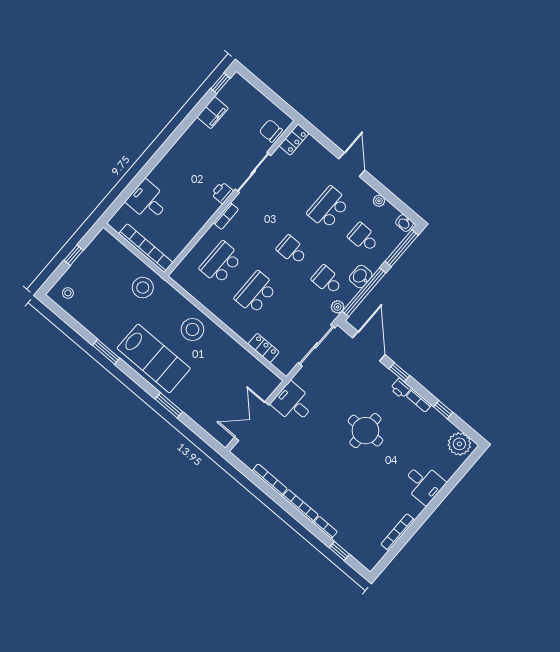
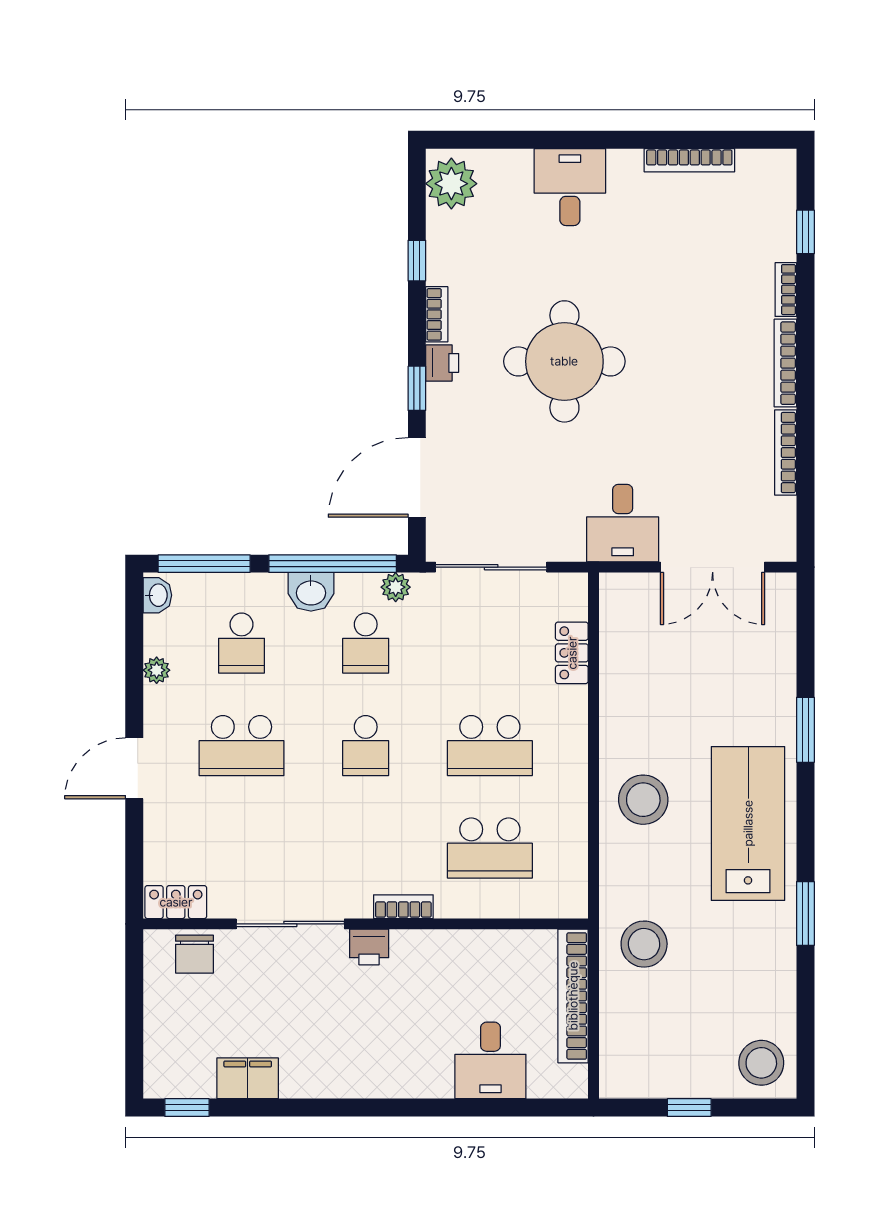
stool: (68, 293) -> (761, 1063), width x1.89, depth x1.89
round table: (365, 431) -> (564, 361), width x1.36, depth x1.36

